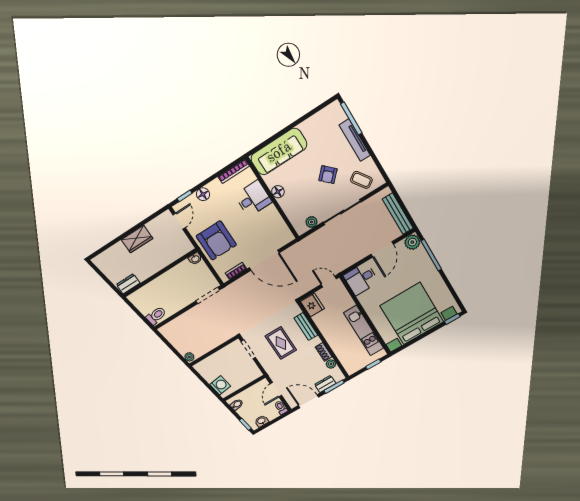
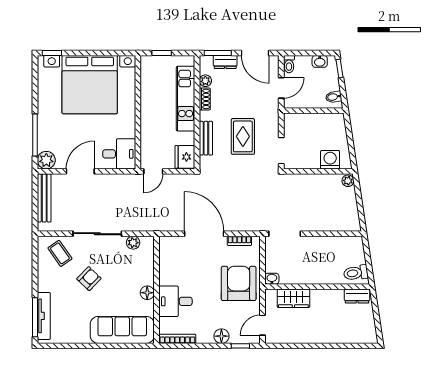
tv unit: (355, 140) -> (44, 316), moved
wardrobe: (137, 239) -> (293, 298), moved, turned 180
door: (329, 282) -> (153, 171), hinge flipped
toilet: (156, 316) -> (356, 273), moved
kitchen unit: (364, 330) -> (186, 99), moved, turned 180
washing machine: (220, 385) -> (330, 160), moved, turned 98

